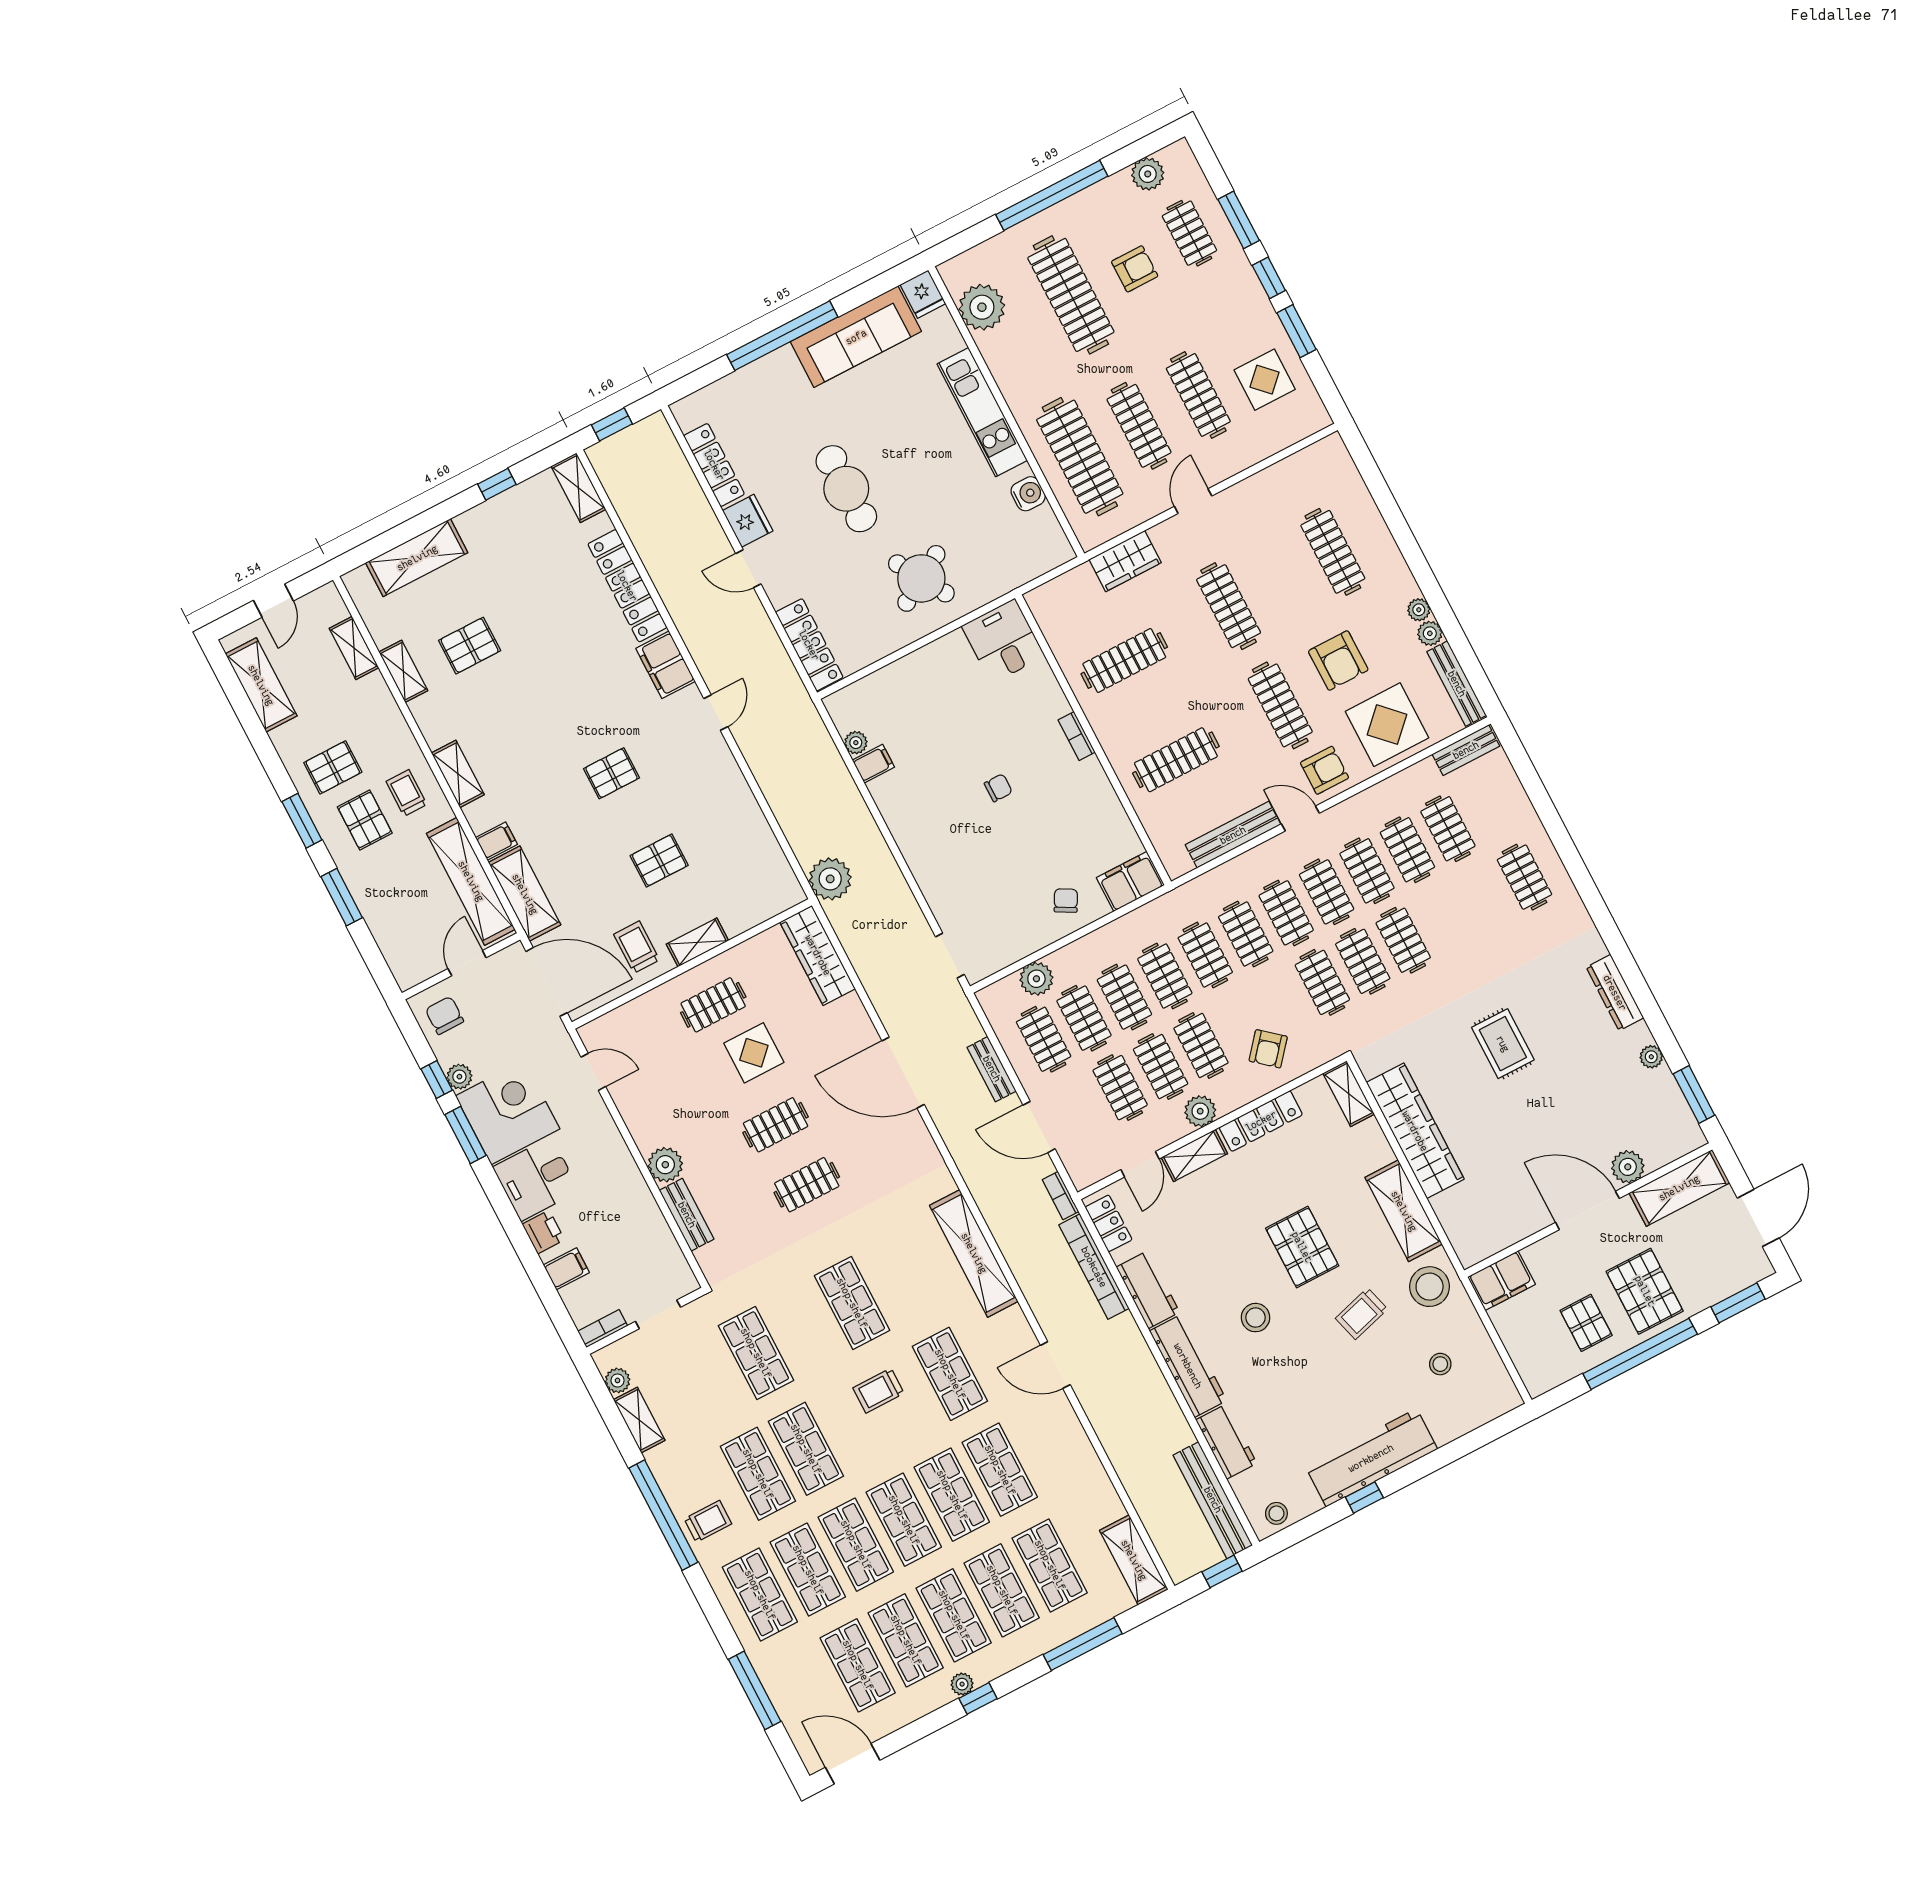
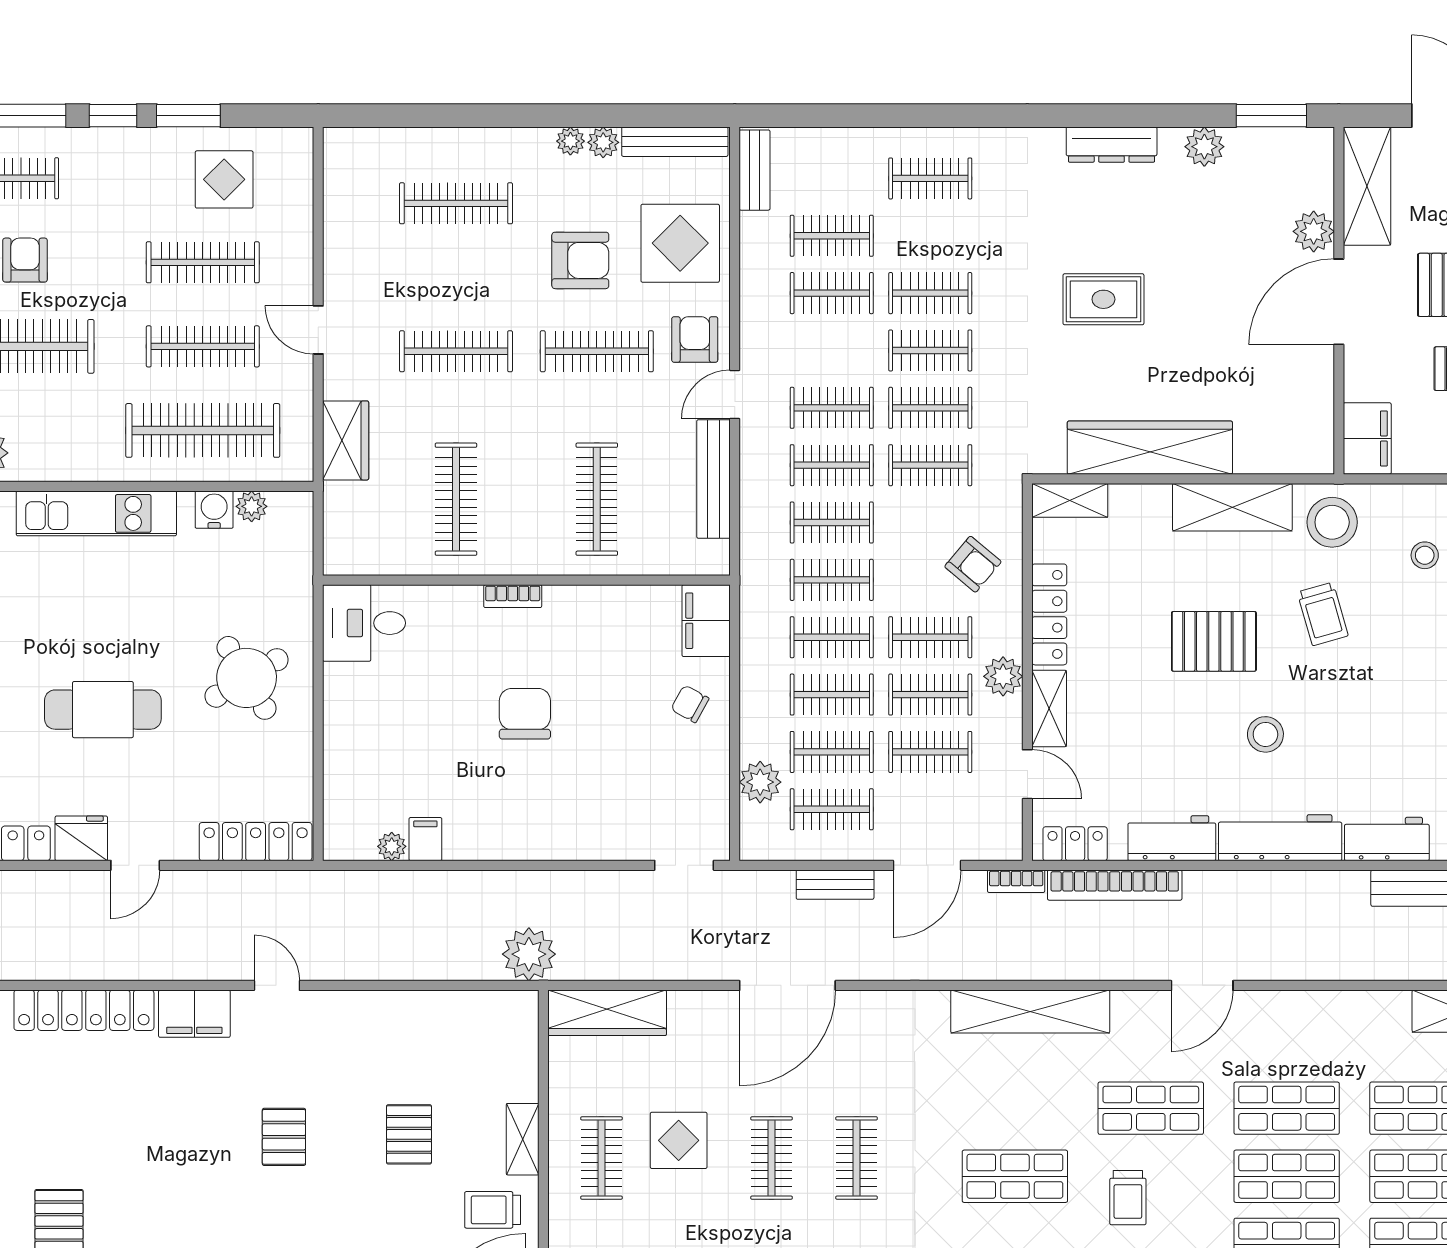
plant: (1044, 519) -> (252, 506), added
chair: (998, 788) -> (525, 714), width x1.87, depth x1.87
clothes rail: (1367, 871) -> (930, 293), moved
plant: (1651, 1057) -> (1204, 147), width x1.38, depth x1.38

